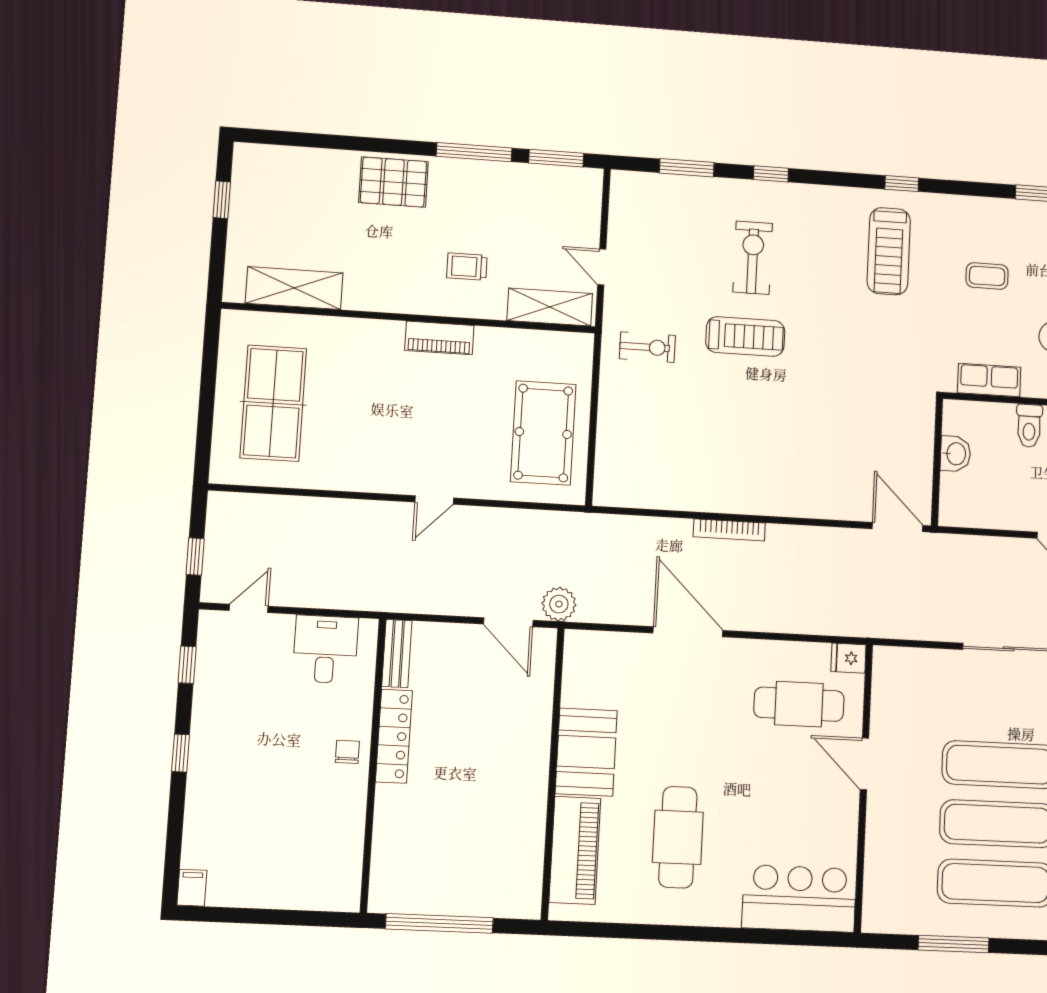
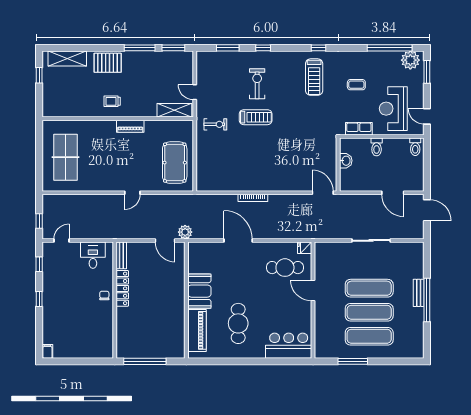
trolley: (467, 267) -> (112, 101), moved
shelving: (294, 288) -> (67, 58), moved

